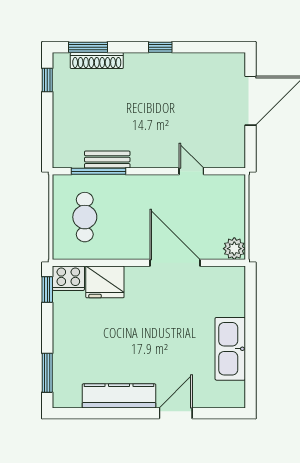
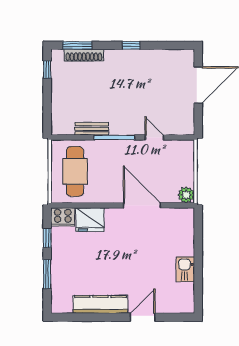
window: (98, 171) -> (114, 137), moved
cafe table: (85, 217) -> (75, 171), width x1.37, depth x1.35
window: (47, 290) -> (47, 238), moved
kitchen sink: (230, 349) -> (185, 269), width x0.53, depth x0.81
window: (47, 373) -> (47, 274), moved

